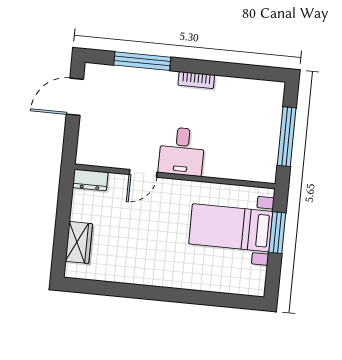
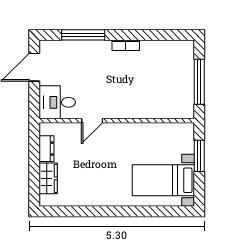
desk: (182, 151) -> (57, 102), moved, turned 90
dresser: (90, 180) -> (47, 149), moved, turned -90
bed with nightstands: (231, 228) -> (163, 180), moved

